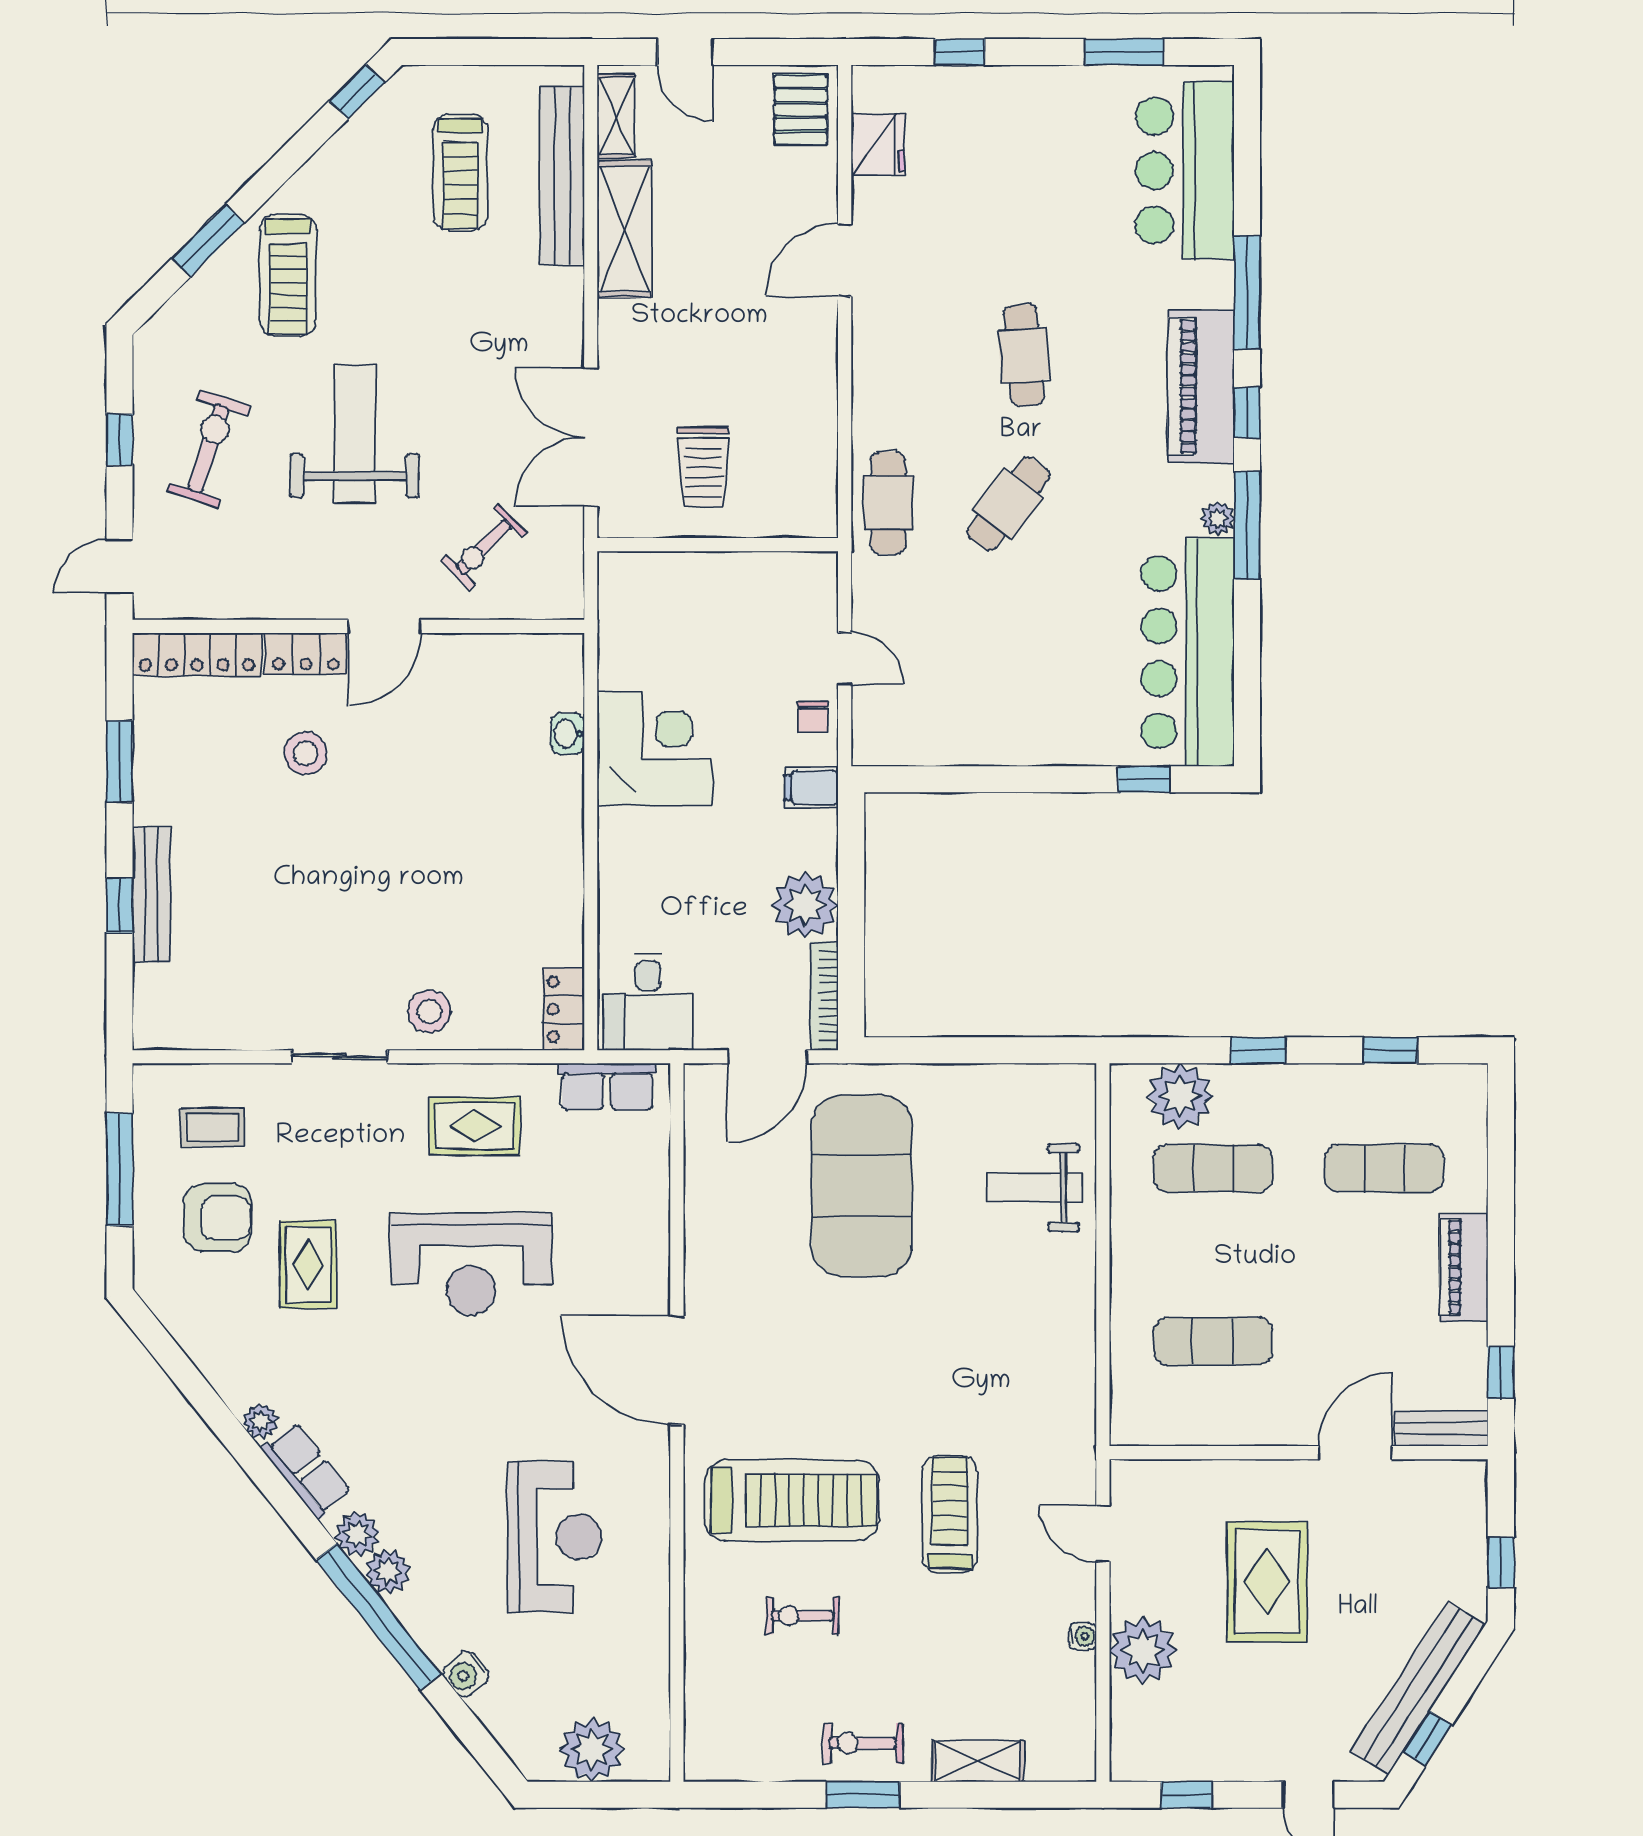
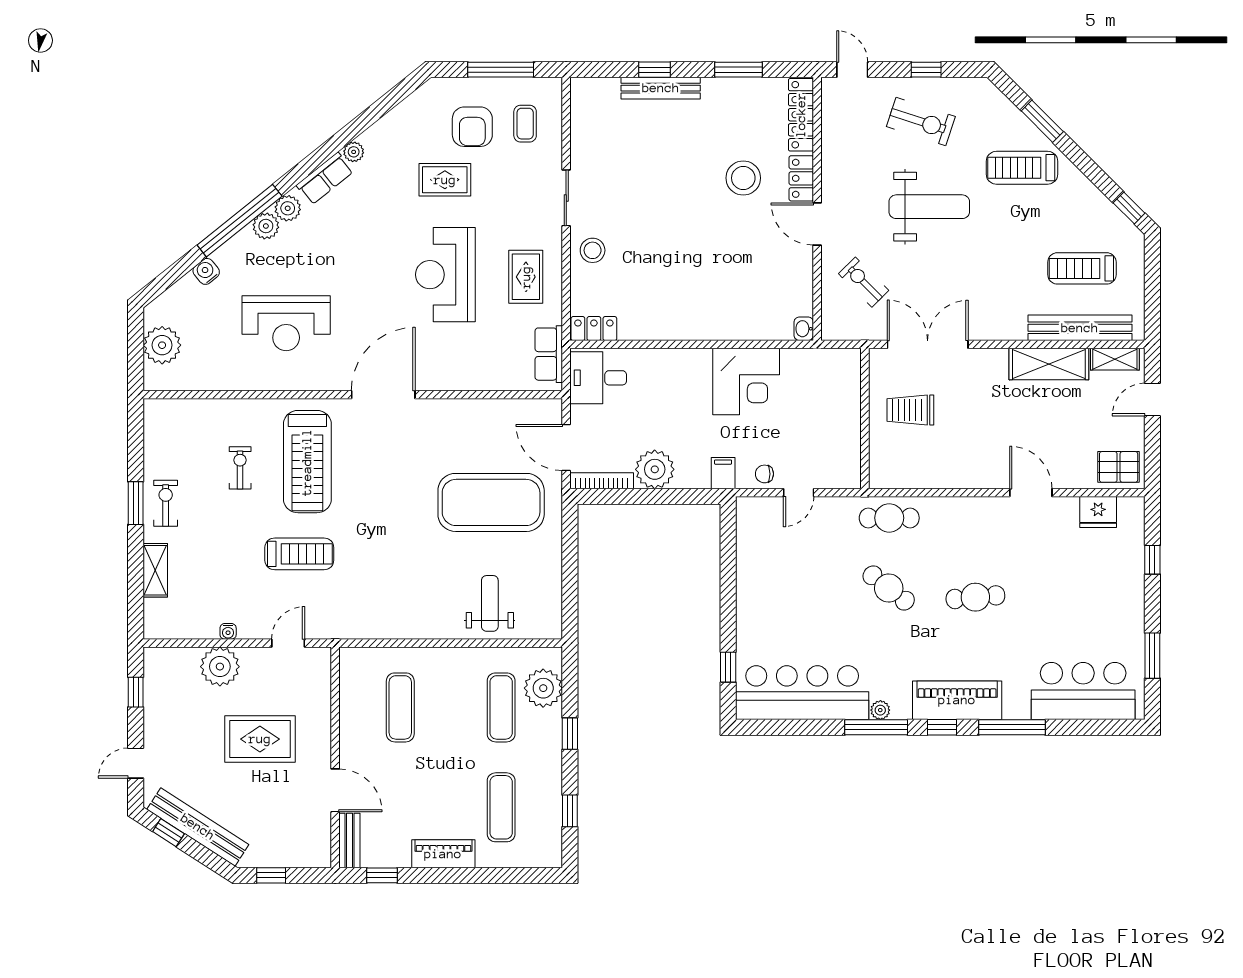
washbasin: (568, 734) -> (804, 329), moved, turned -90
stool: (305, 753) -> (743, 178), width x1.38, depth x1.38

